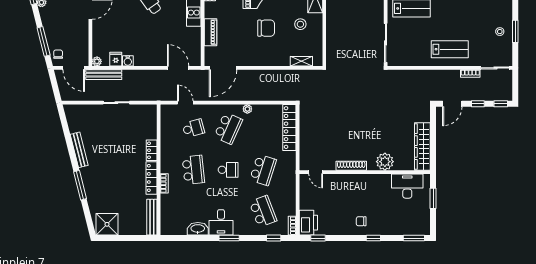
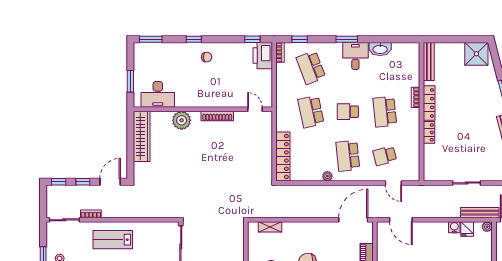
school desk: (228, 128) -> (348, 156), turned -30
school desk: (263, 170) -> (311, 112), turned -30

